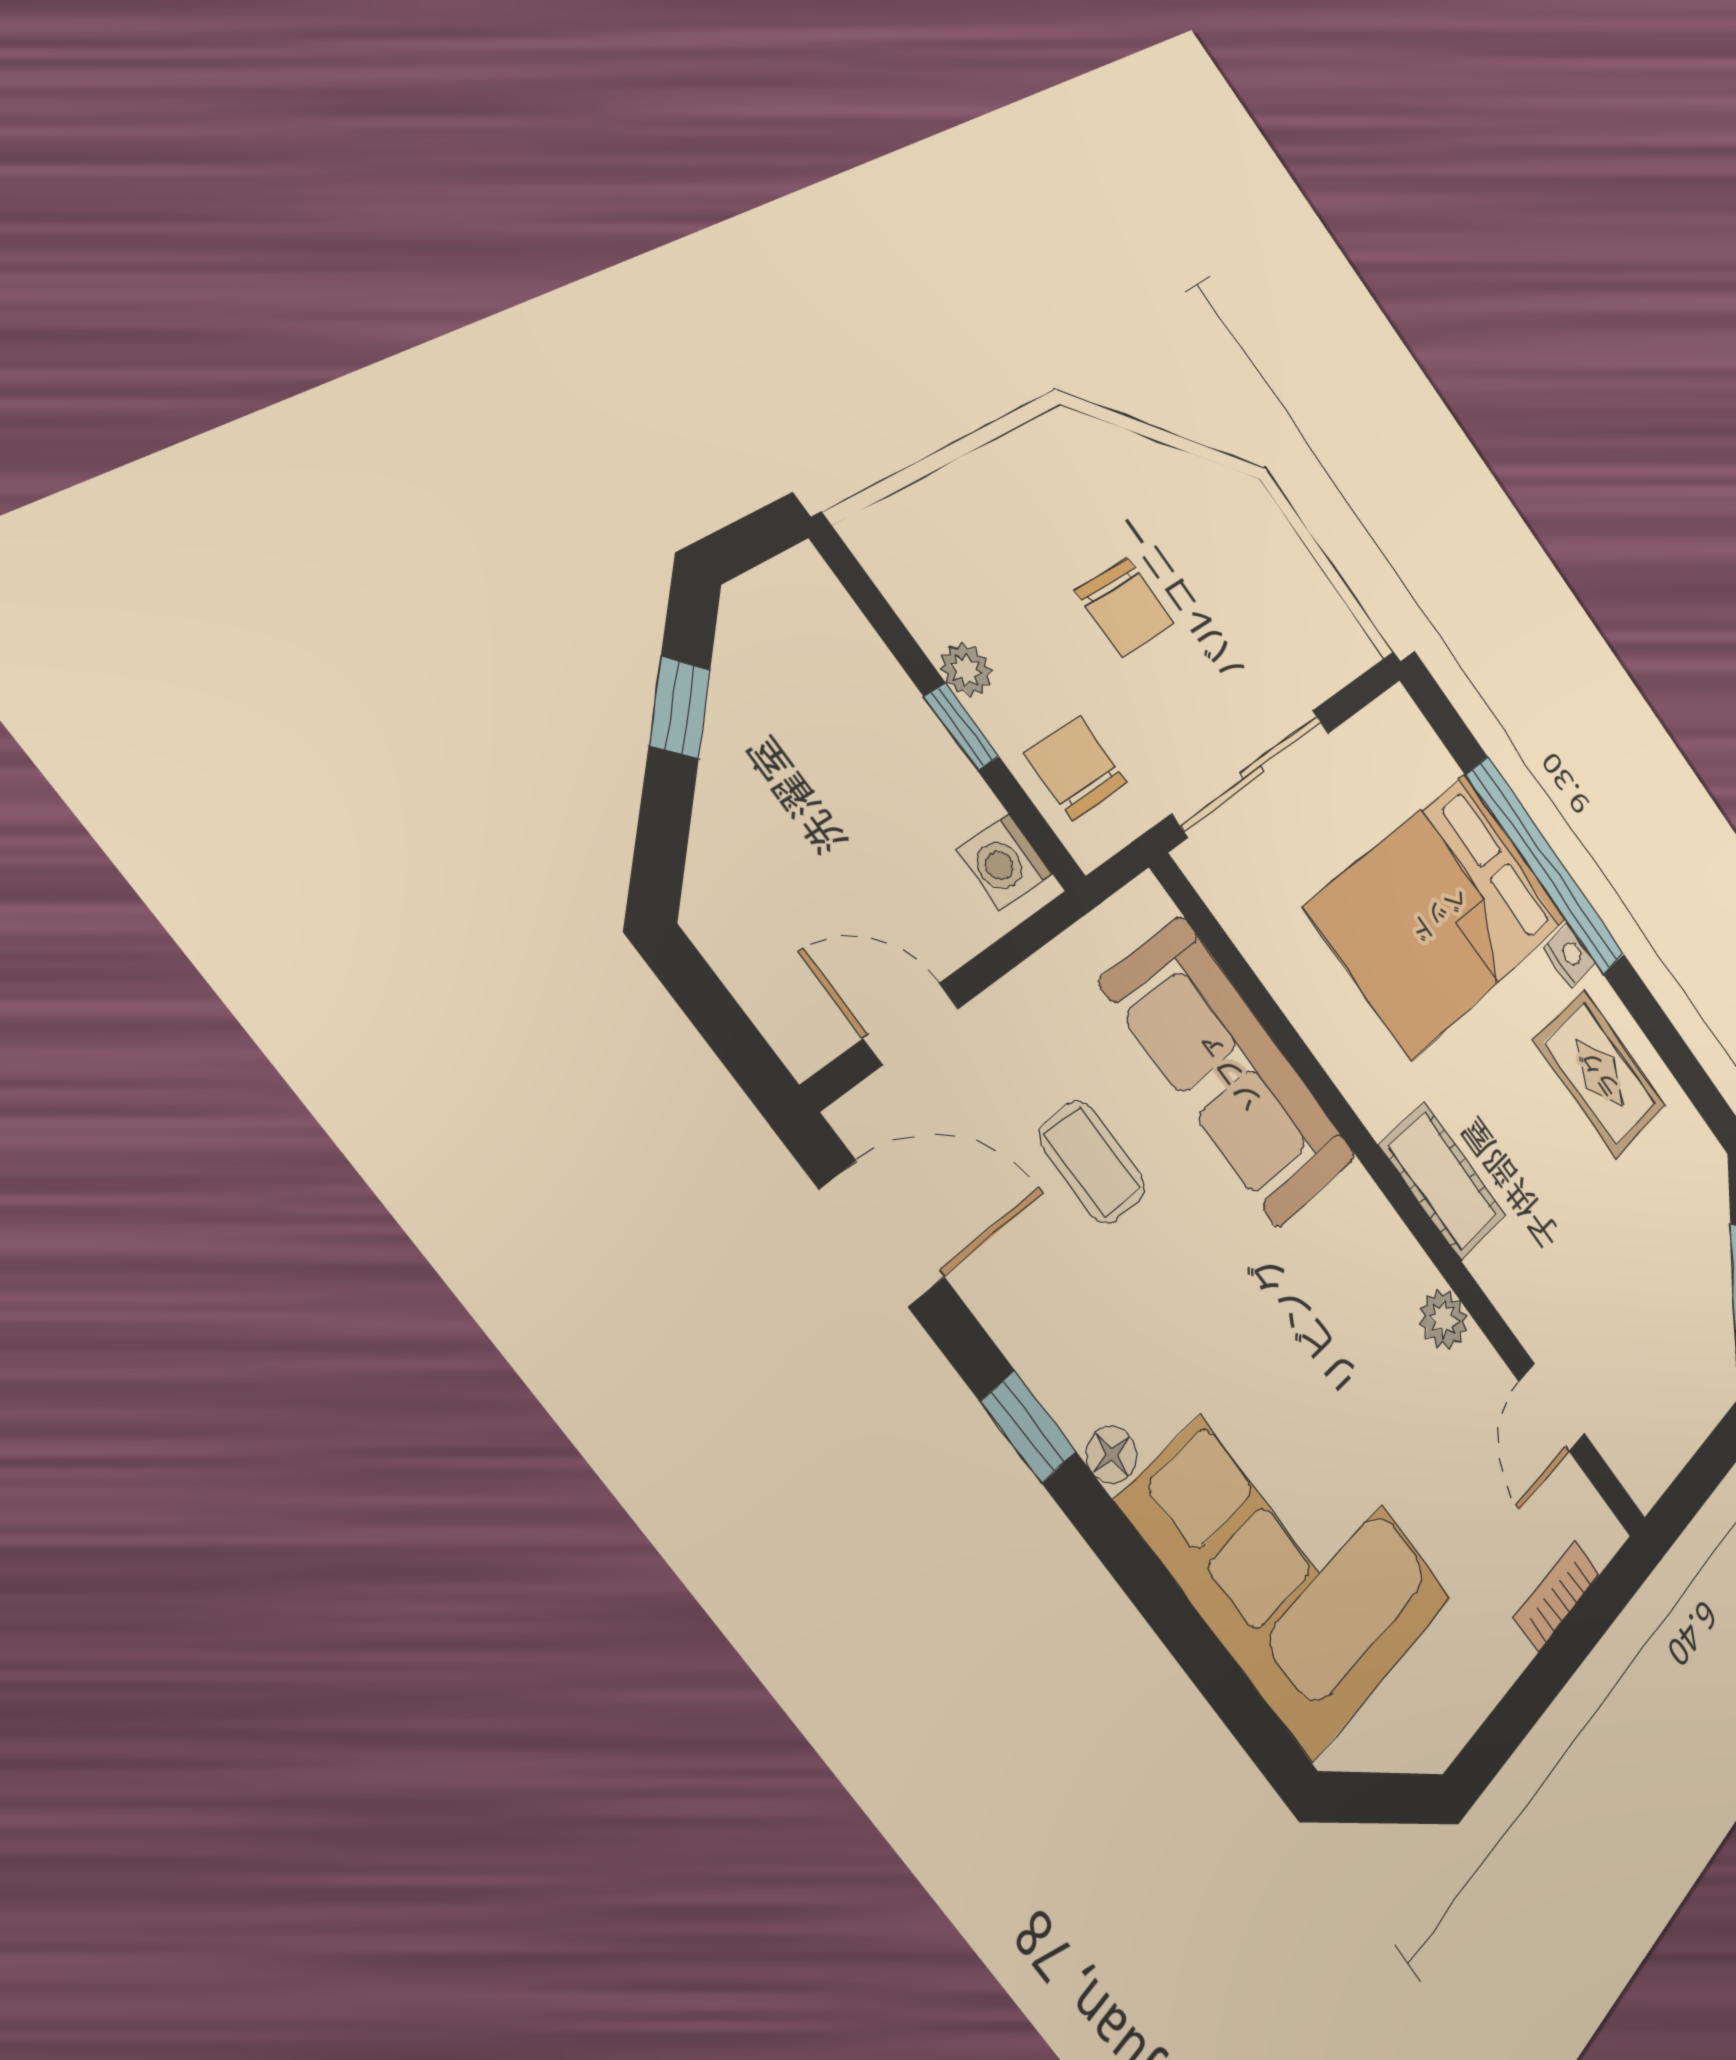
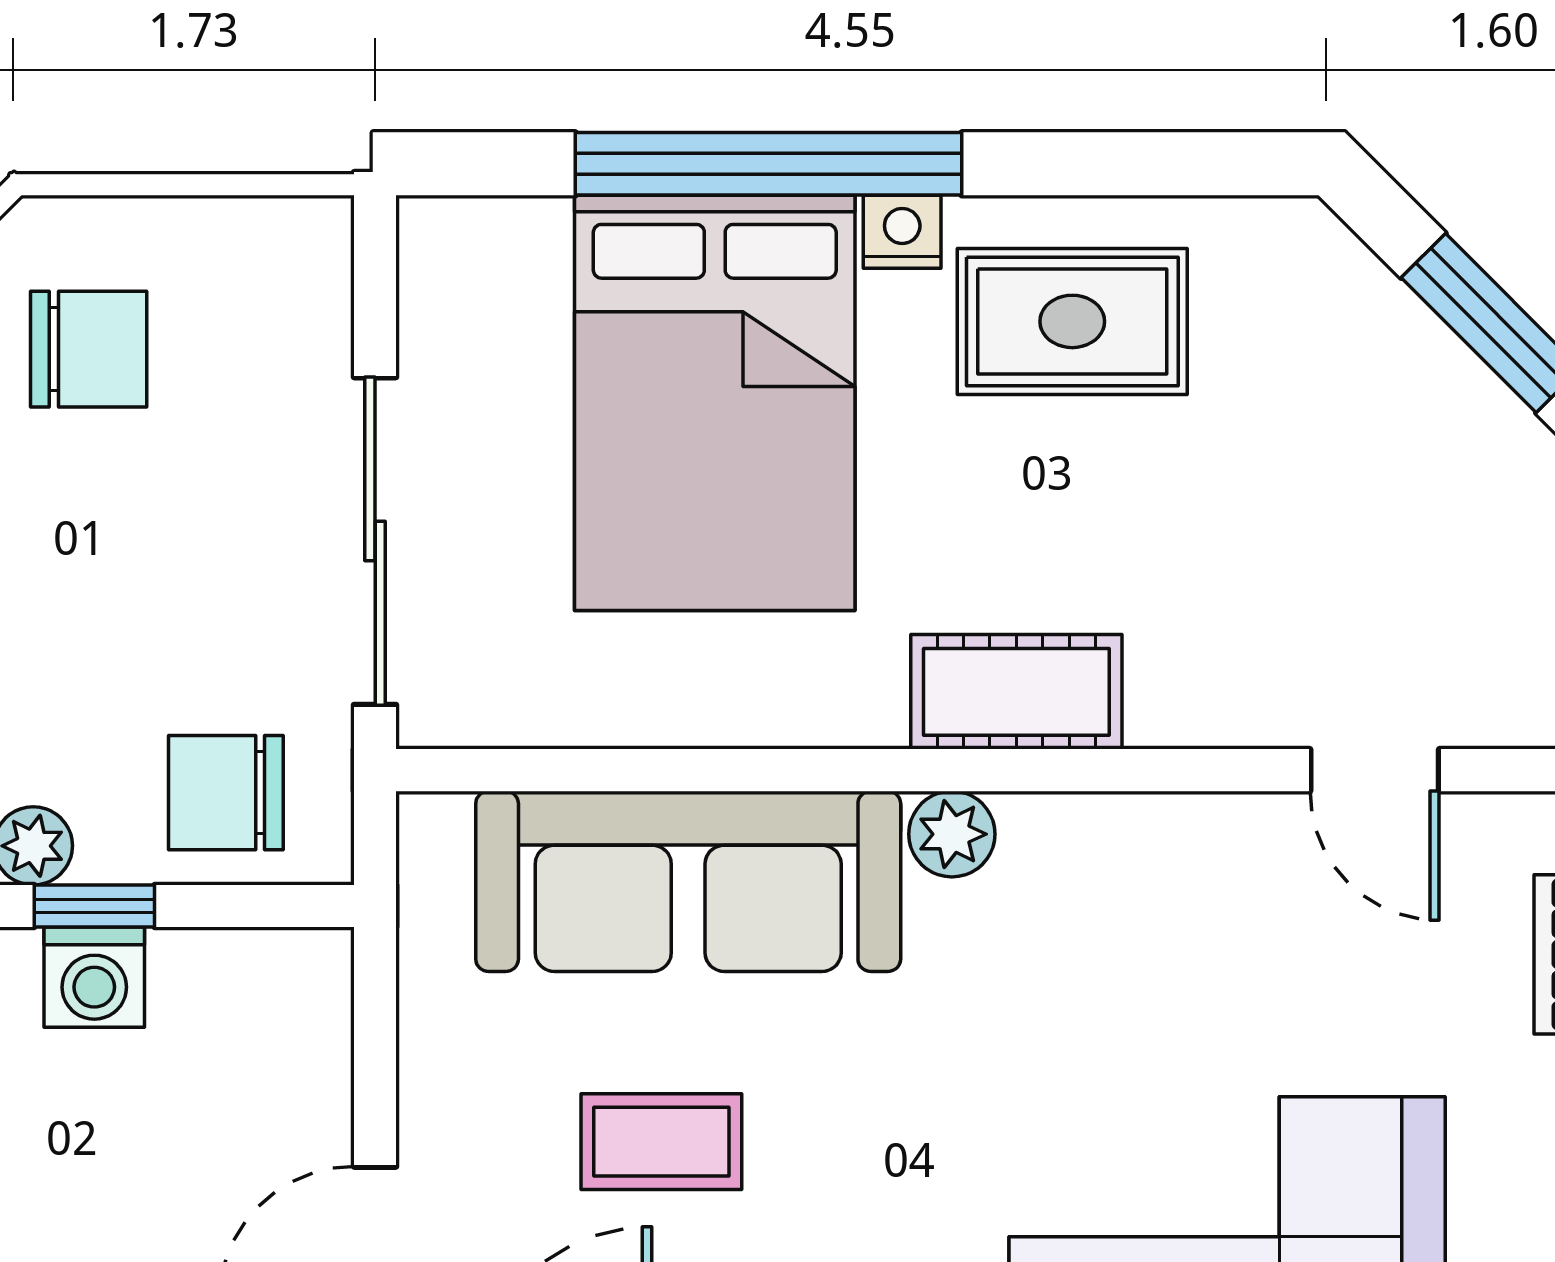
chair: (1125, 607) -> (89, 349), moved
washing machine: (1005, 862) -> (94, 977), moved
plant: (1443, 1319) -> (952, 834), moved

